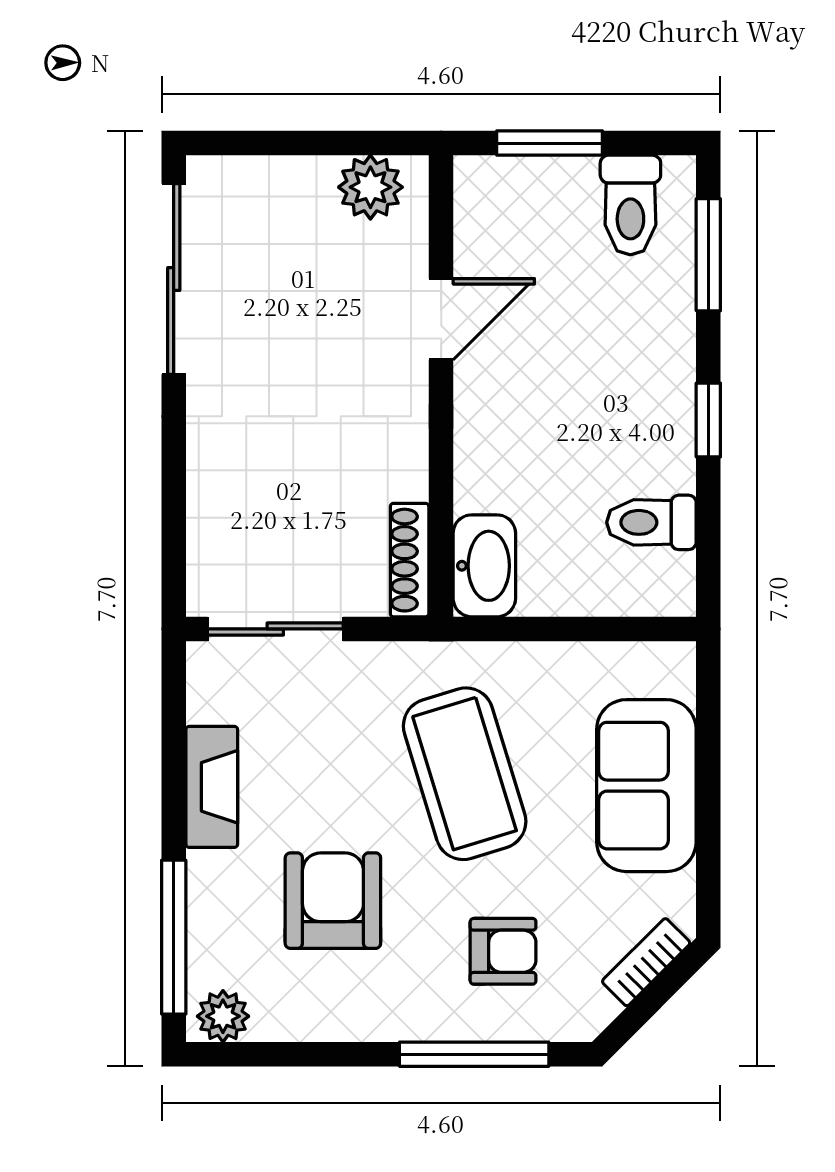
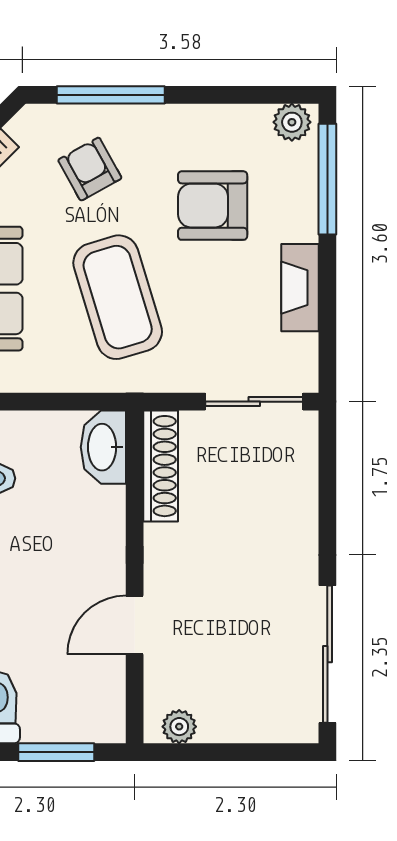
plant: (370, 187) -> (179, 727), width x0.73, depth x0.73
shoe rack: (410, 560) -> (161, 466), width x1.36, depth x1.24
armchair: (333, 901) -> (213, 206), turned 90
armchair: (503, 951) -> (90, 169), turned 61

